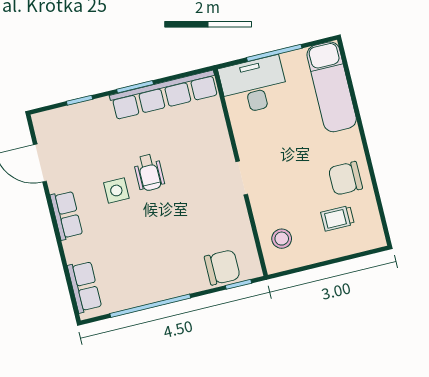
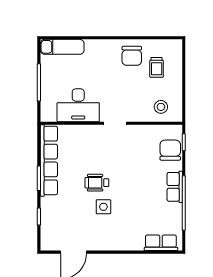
desk: (254, 85) -> (78, 105), moved, turned -90
exam couch: (332, 87) -> (62, 47), width x0.73, depth x0.69
wheelchair: (149, 173) -> (97, 183), turned 180
row of seats: (66, 215) -> (175, 187), moved, turned -90

